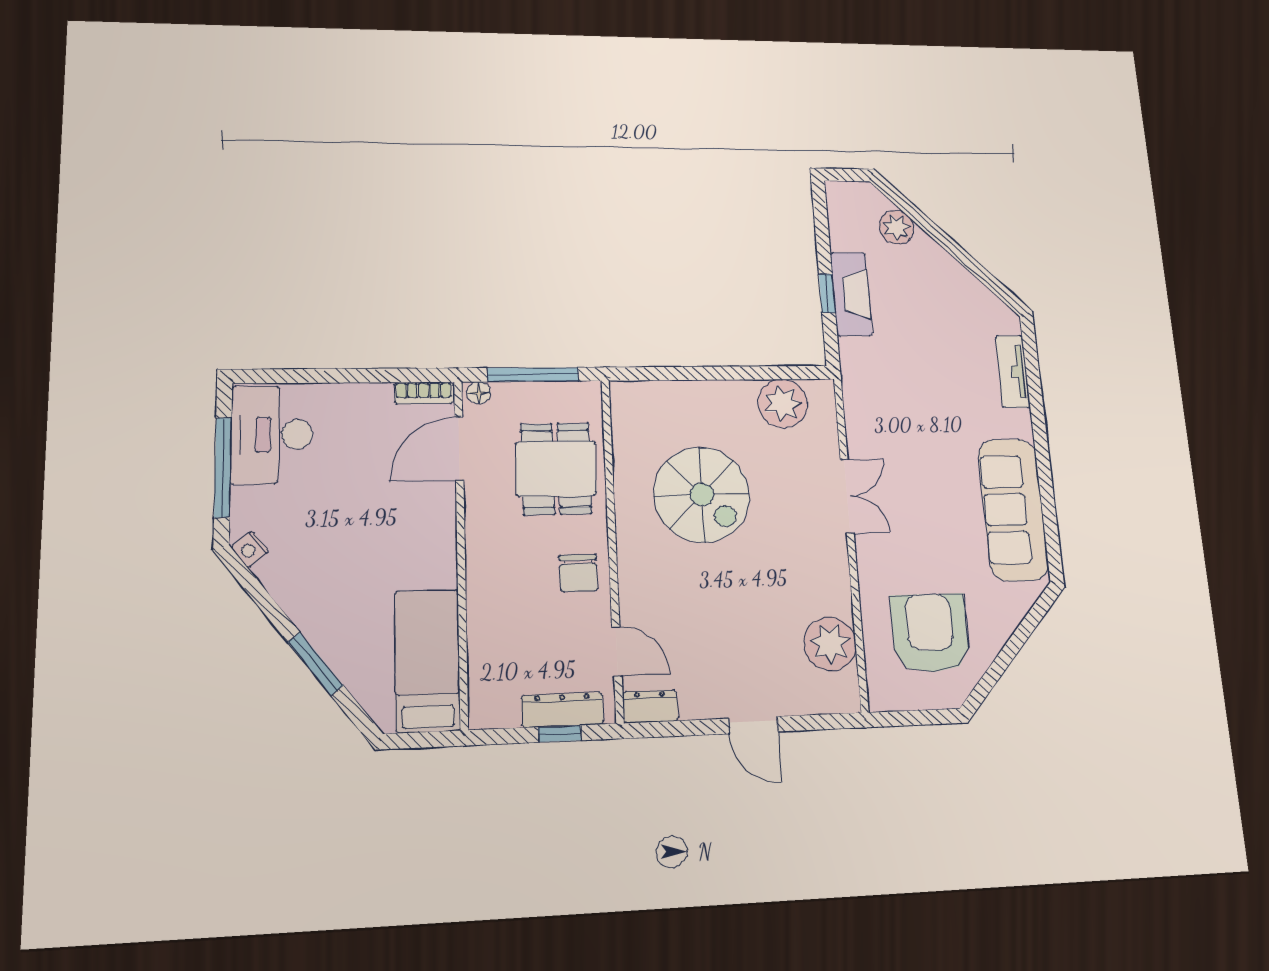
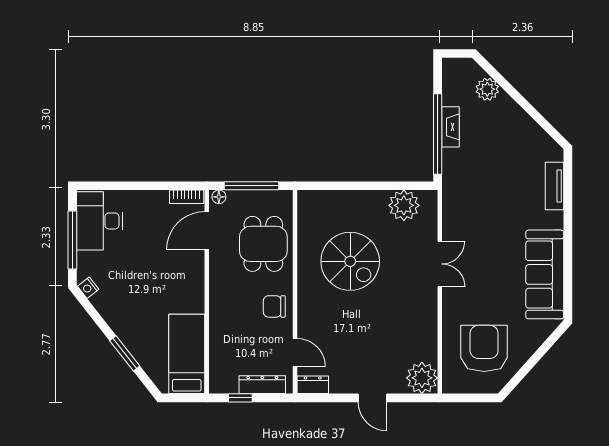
window: (827, 293) -> (438, 134), width x3.17
fireplace: (851, 294) -> (451, 127), width x0.73, depth x0.76
chair: (578, 573) -> (274, 306), turned 90
plant: (830, 644) -> (422, 378), moved
window: (560, 734) -> (240, 398), moved

